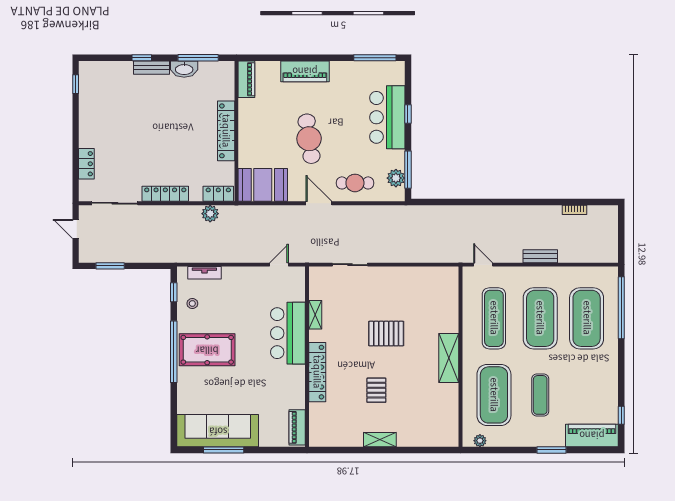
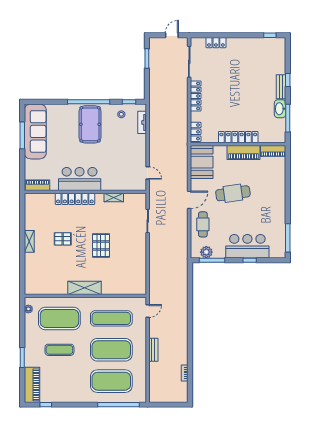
piano: (305, 71) -> (244, 152), moved, turned -90
plant: (210, 214) -> (182, 126), removed
bar counter: (288, 333) -> (80, 179), moved

